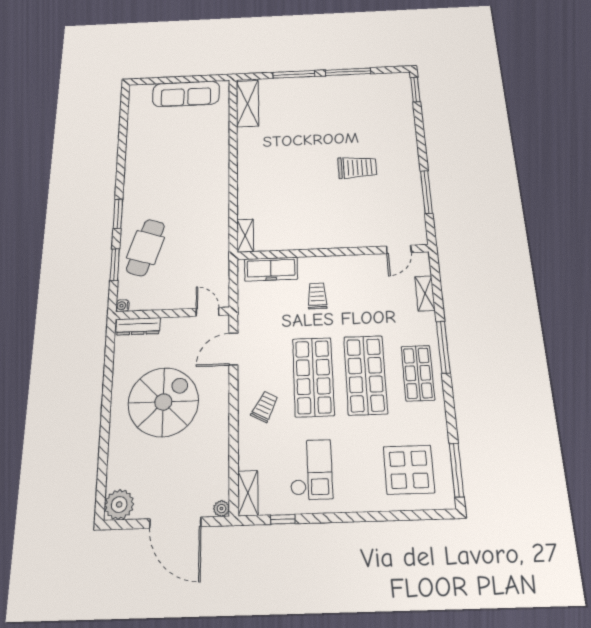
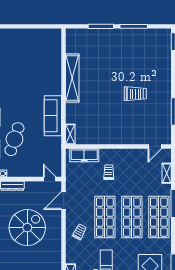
sofa: (186, 94) -> (53, 116), moved, turned 90
shelving: (247, 103) -> (72, 78), moved, width x1.47
shop shelf: (418, 373) -> (159, 217), width x1.43, depth x1.36

